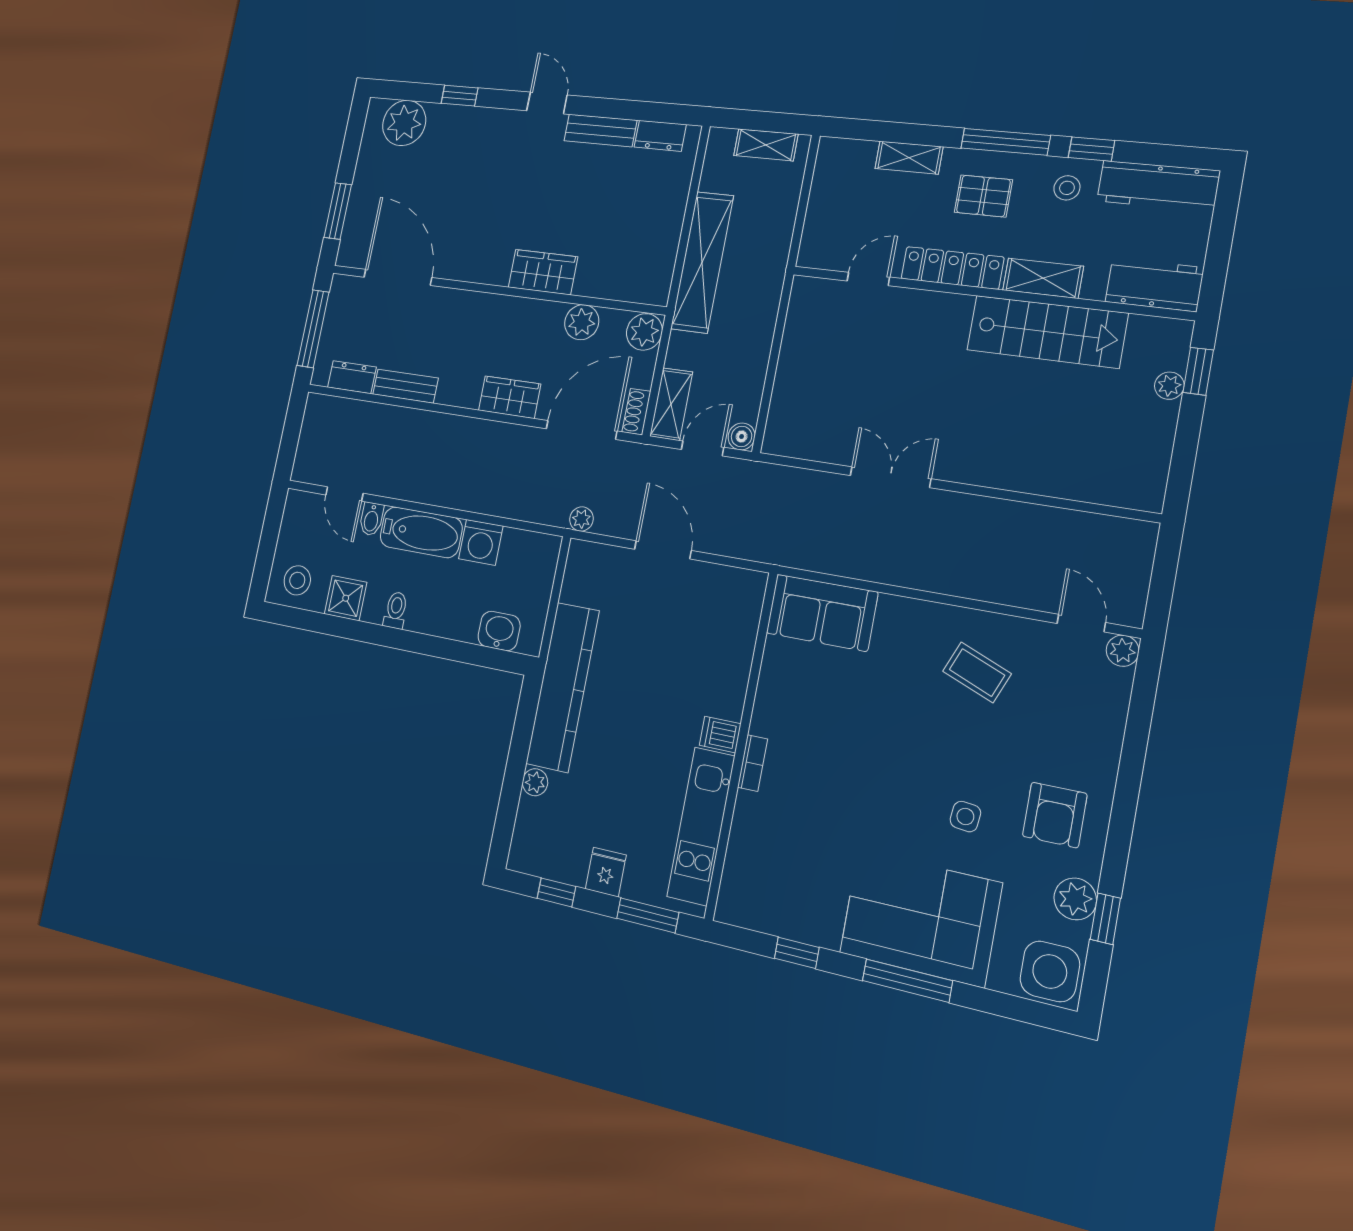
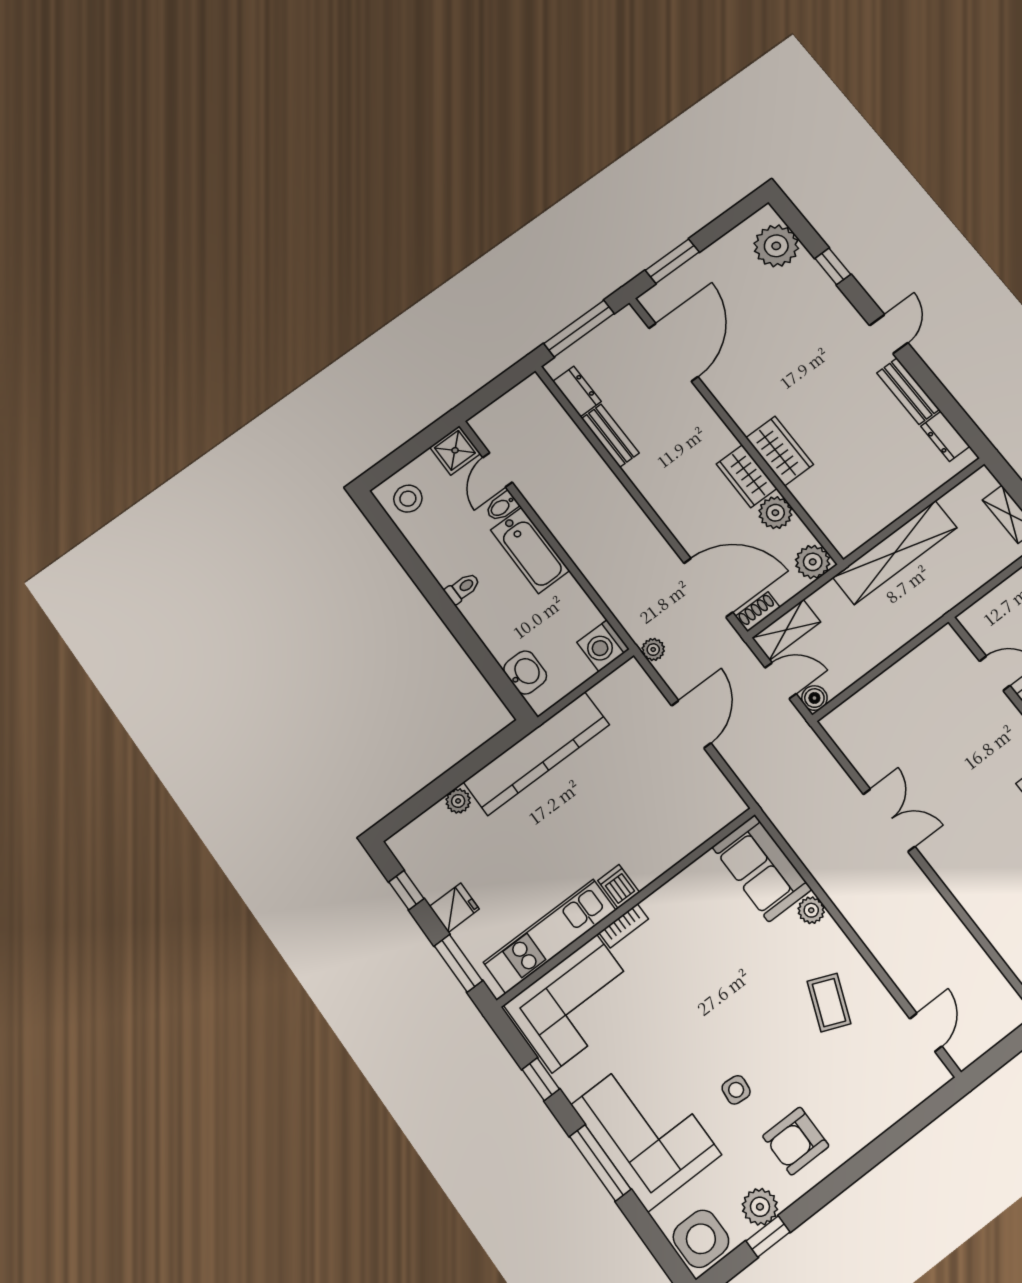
wardrobe: (510, 397) -> (747, 476), moved, turned 180
washing machine: (481, 542) -> (603, 646), moved
shower: (346, 598) -> (455, 450), moved
plant: (1123, 651) -> (811, 910), moved
corner sofa: (769, 864) -> (574, 1003), added

